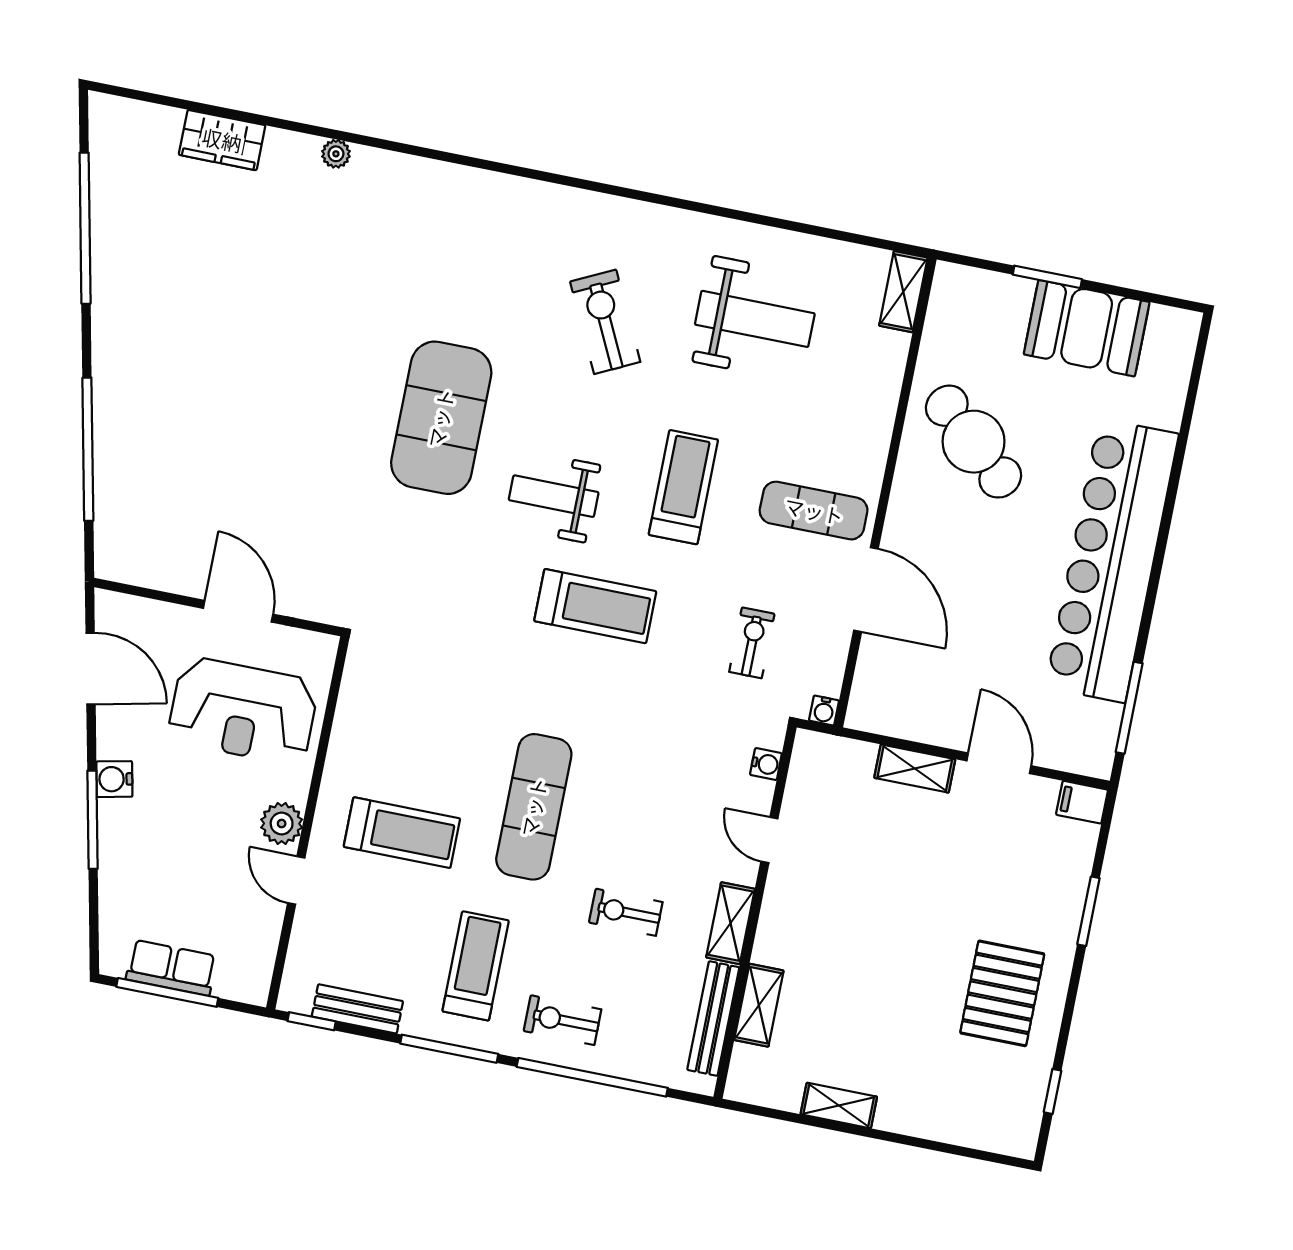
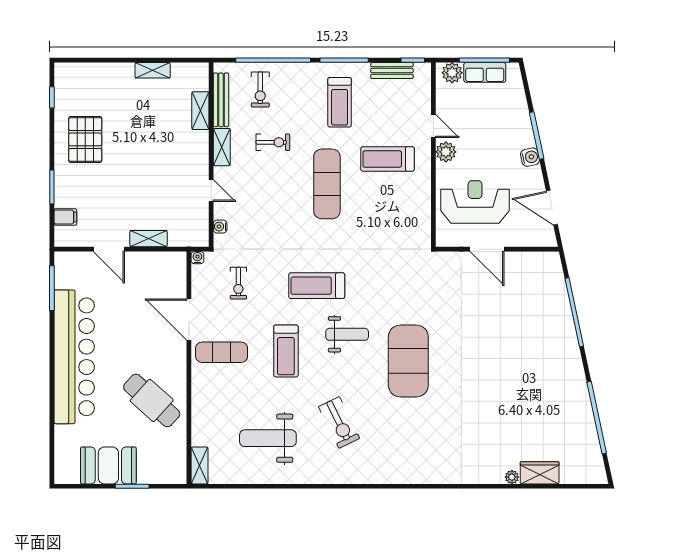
plant: (336, 154) -> (512, 477), moved
filing cabinet: (1082, 802) -> (65, 217), moved
plant: (237, 980) -> (452, 73), added
exercise bike: (563, 1020) -> (260, 89), moved, turned 90

